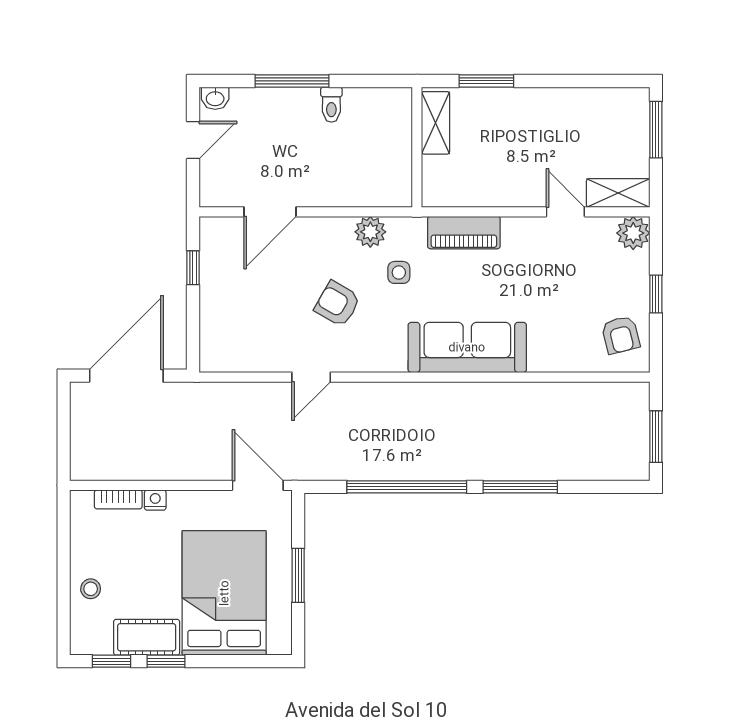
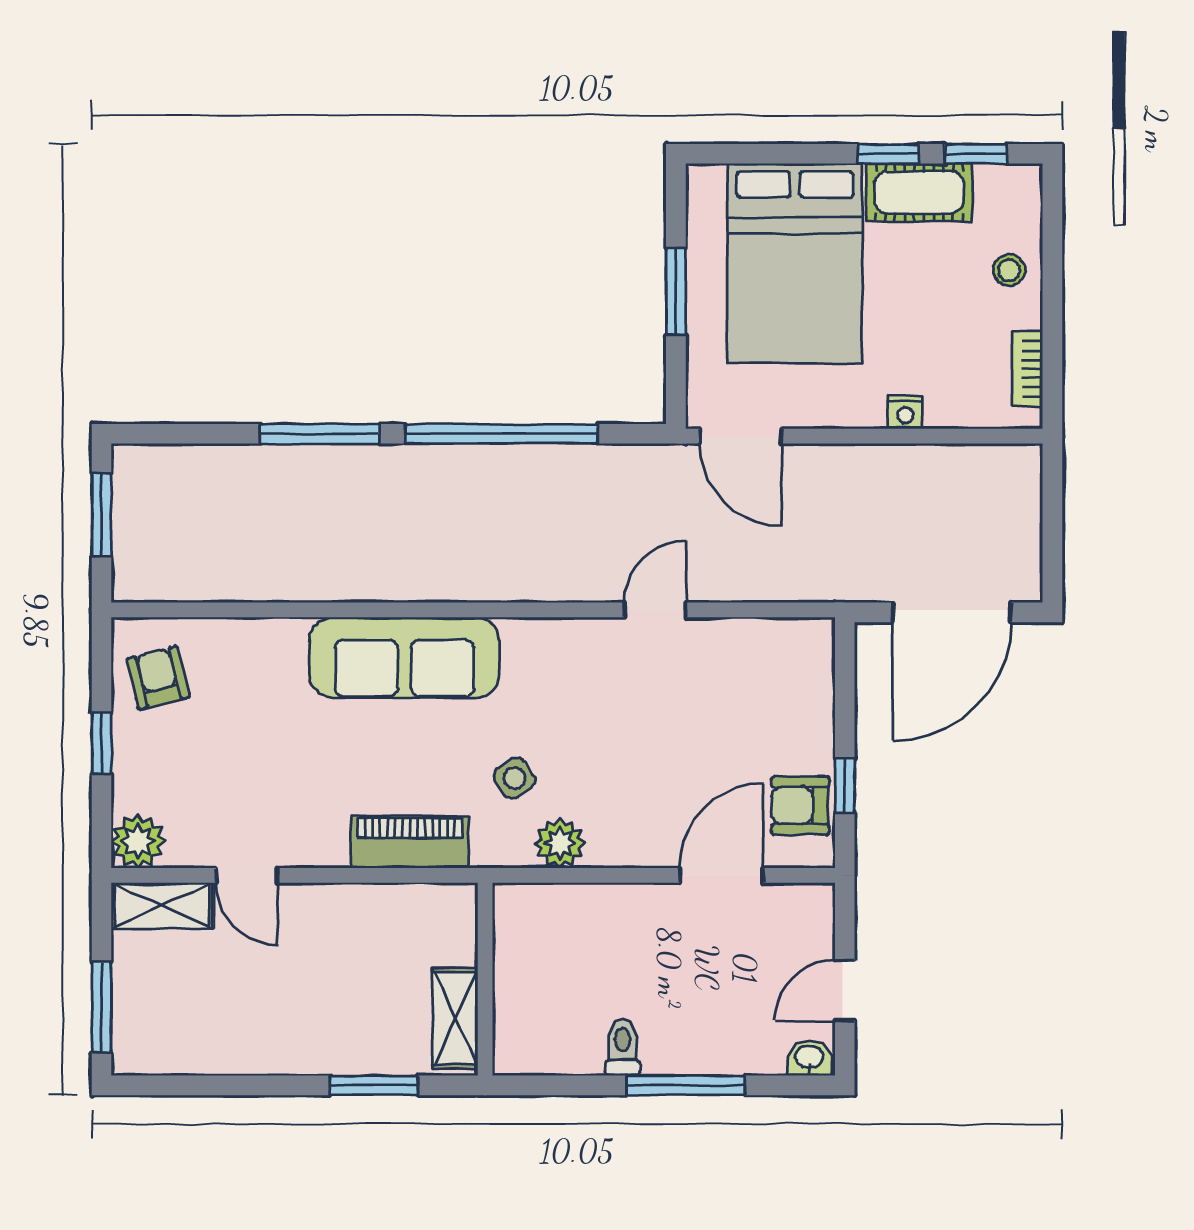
side table: (399, 272) -> (514, 778), turned -35
armchair: (337, 304) -> (800, 805), moved, turned 150
bookcase: (118, 499) -> (1027, 369), moved, turned -90

